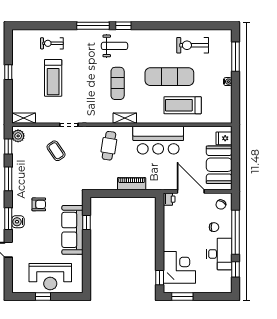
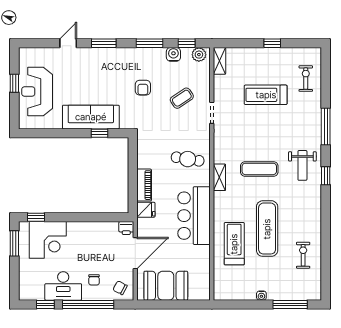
window: (93, 26) -> (326, 127), moved
exercise bike: (52, 43) -> (306, 79), moved
exercise bike: (193, 45) -> (303, 255), width x0.73, depth x0.72
fridge: (224, 138) -> (146, 210), moved, turned 90
armchair: (39, 204) -> (143, 88), moved
water cooler: (18, 222) -> (173, 54), moved

